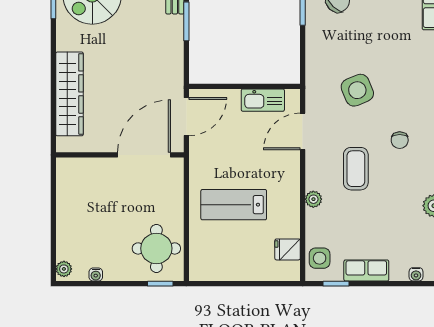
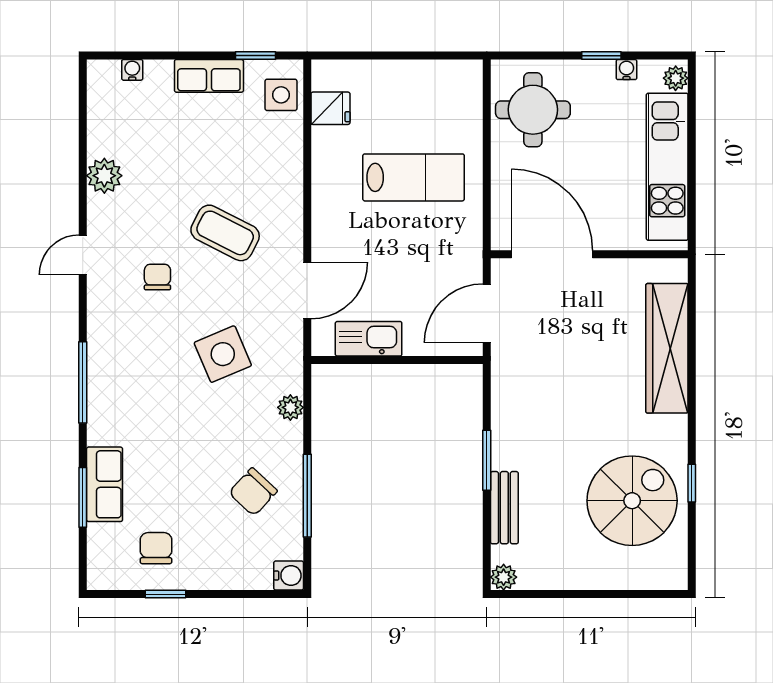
door: (144, 155) -> (552, 254), swing flipped
coffee table: (356, 169) -> (225, 233), turned -63
plant: (313, 199) -> (290, 407), moved
kitchen unit: (69, 212) -> (667, 167), added
window: (160, 284) -> (601, 56), moved

